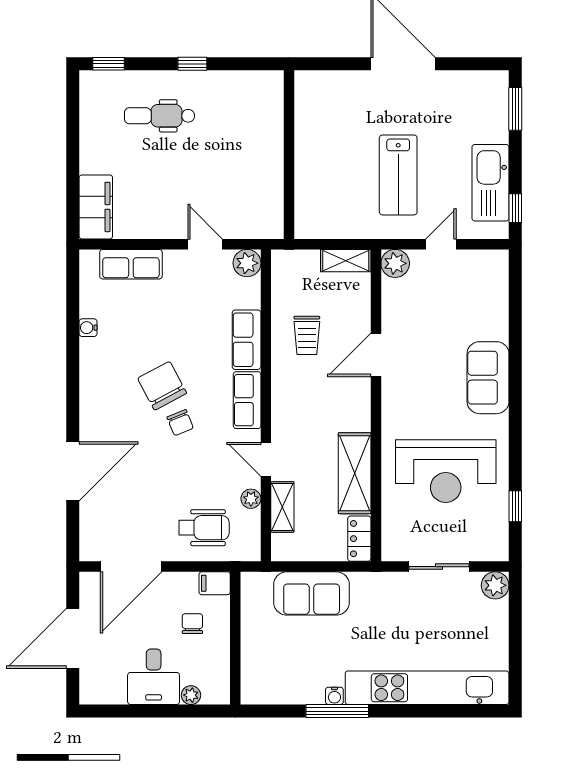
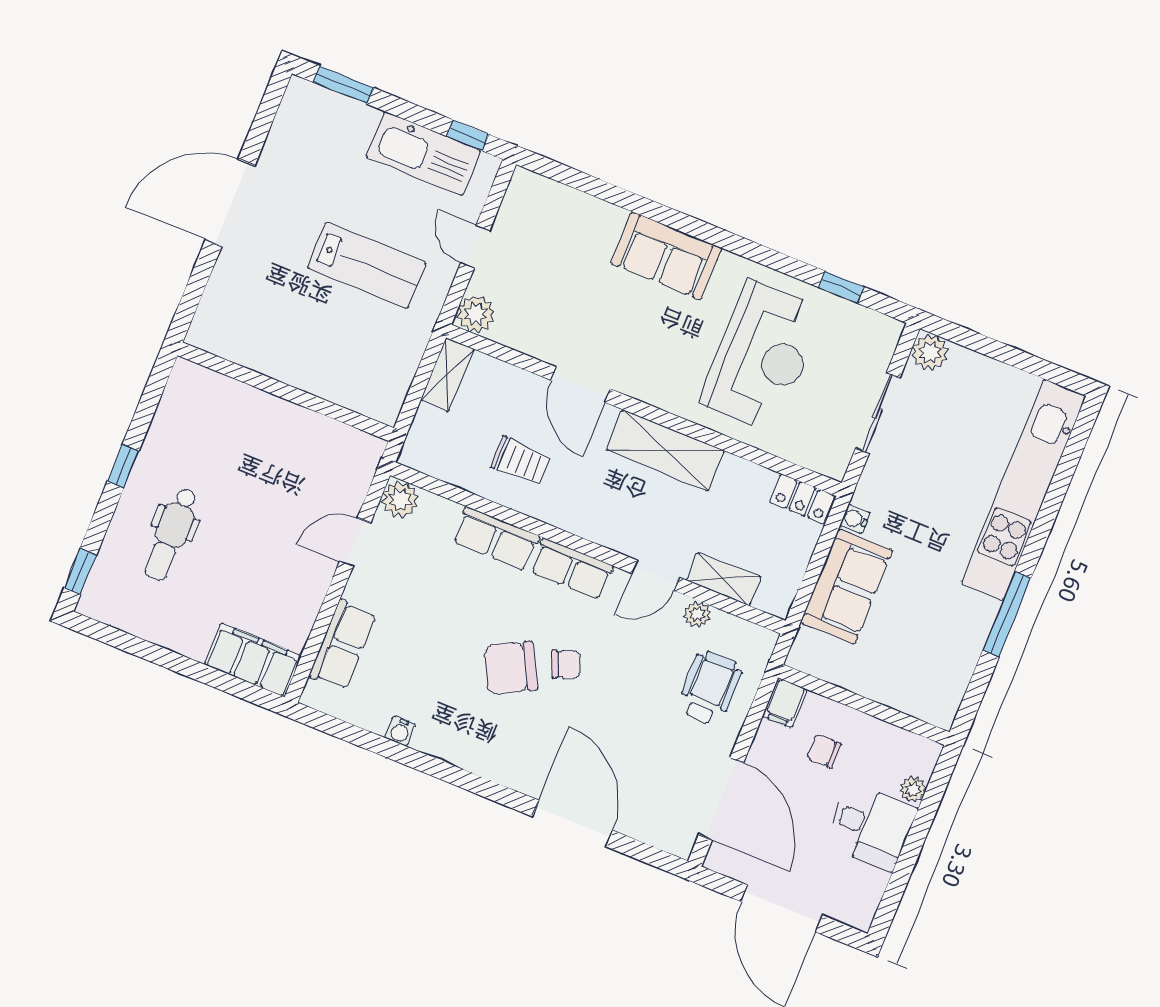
shelving: (355, 473) -> (665, 450), moved
water cooler: (334, 696) -> (855, 519), moved, turned 180

